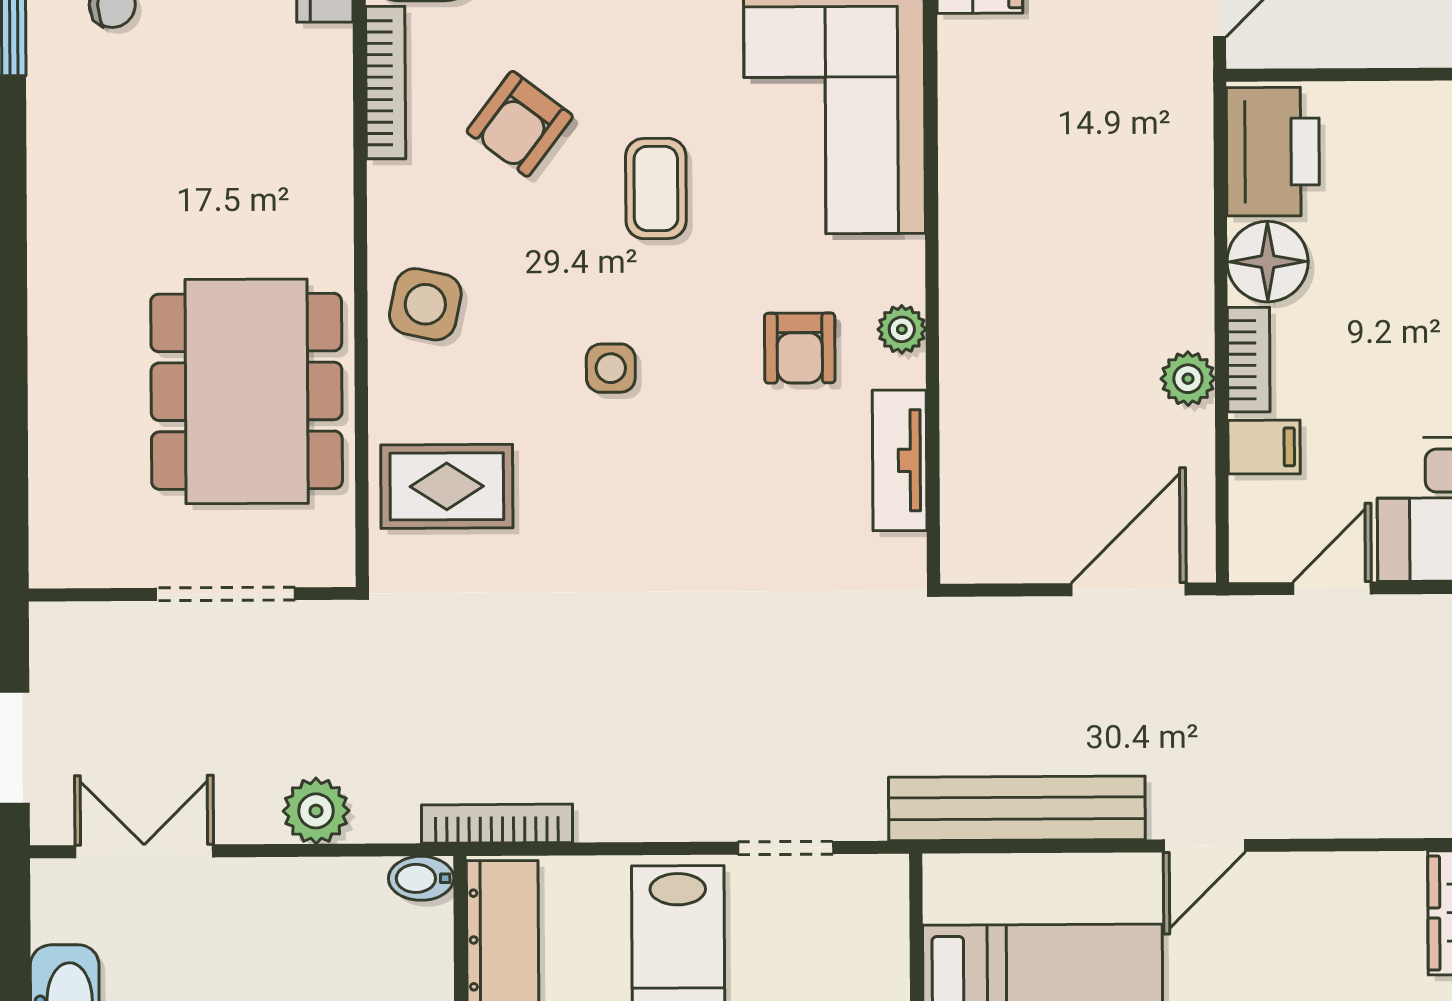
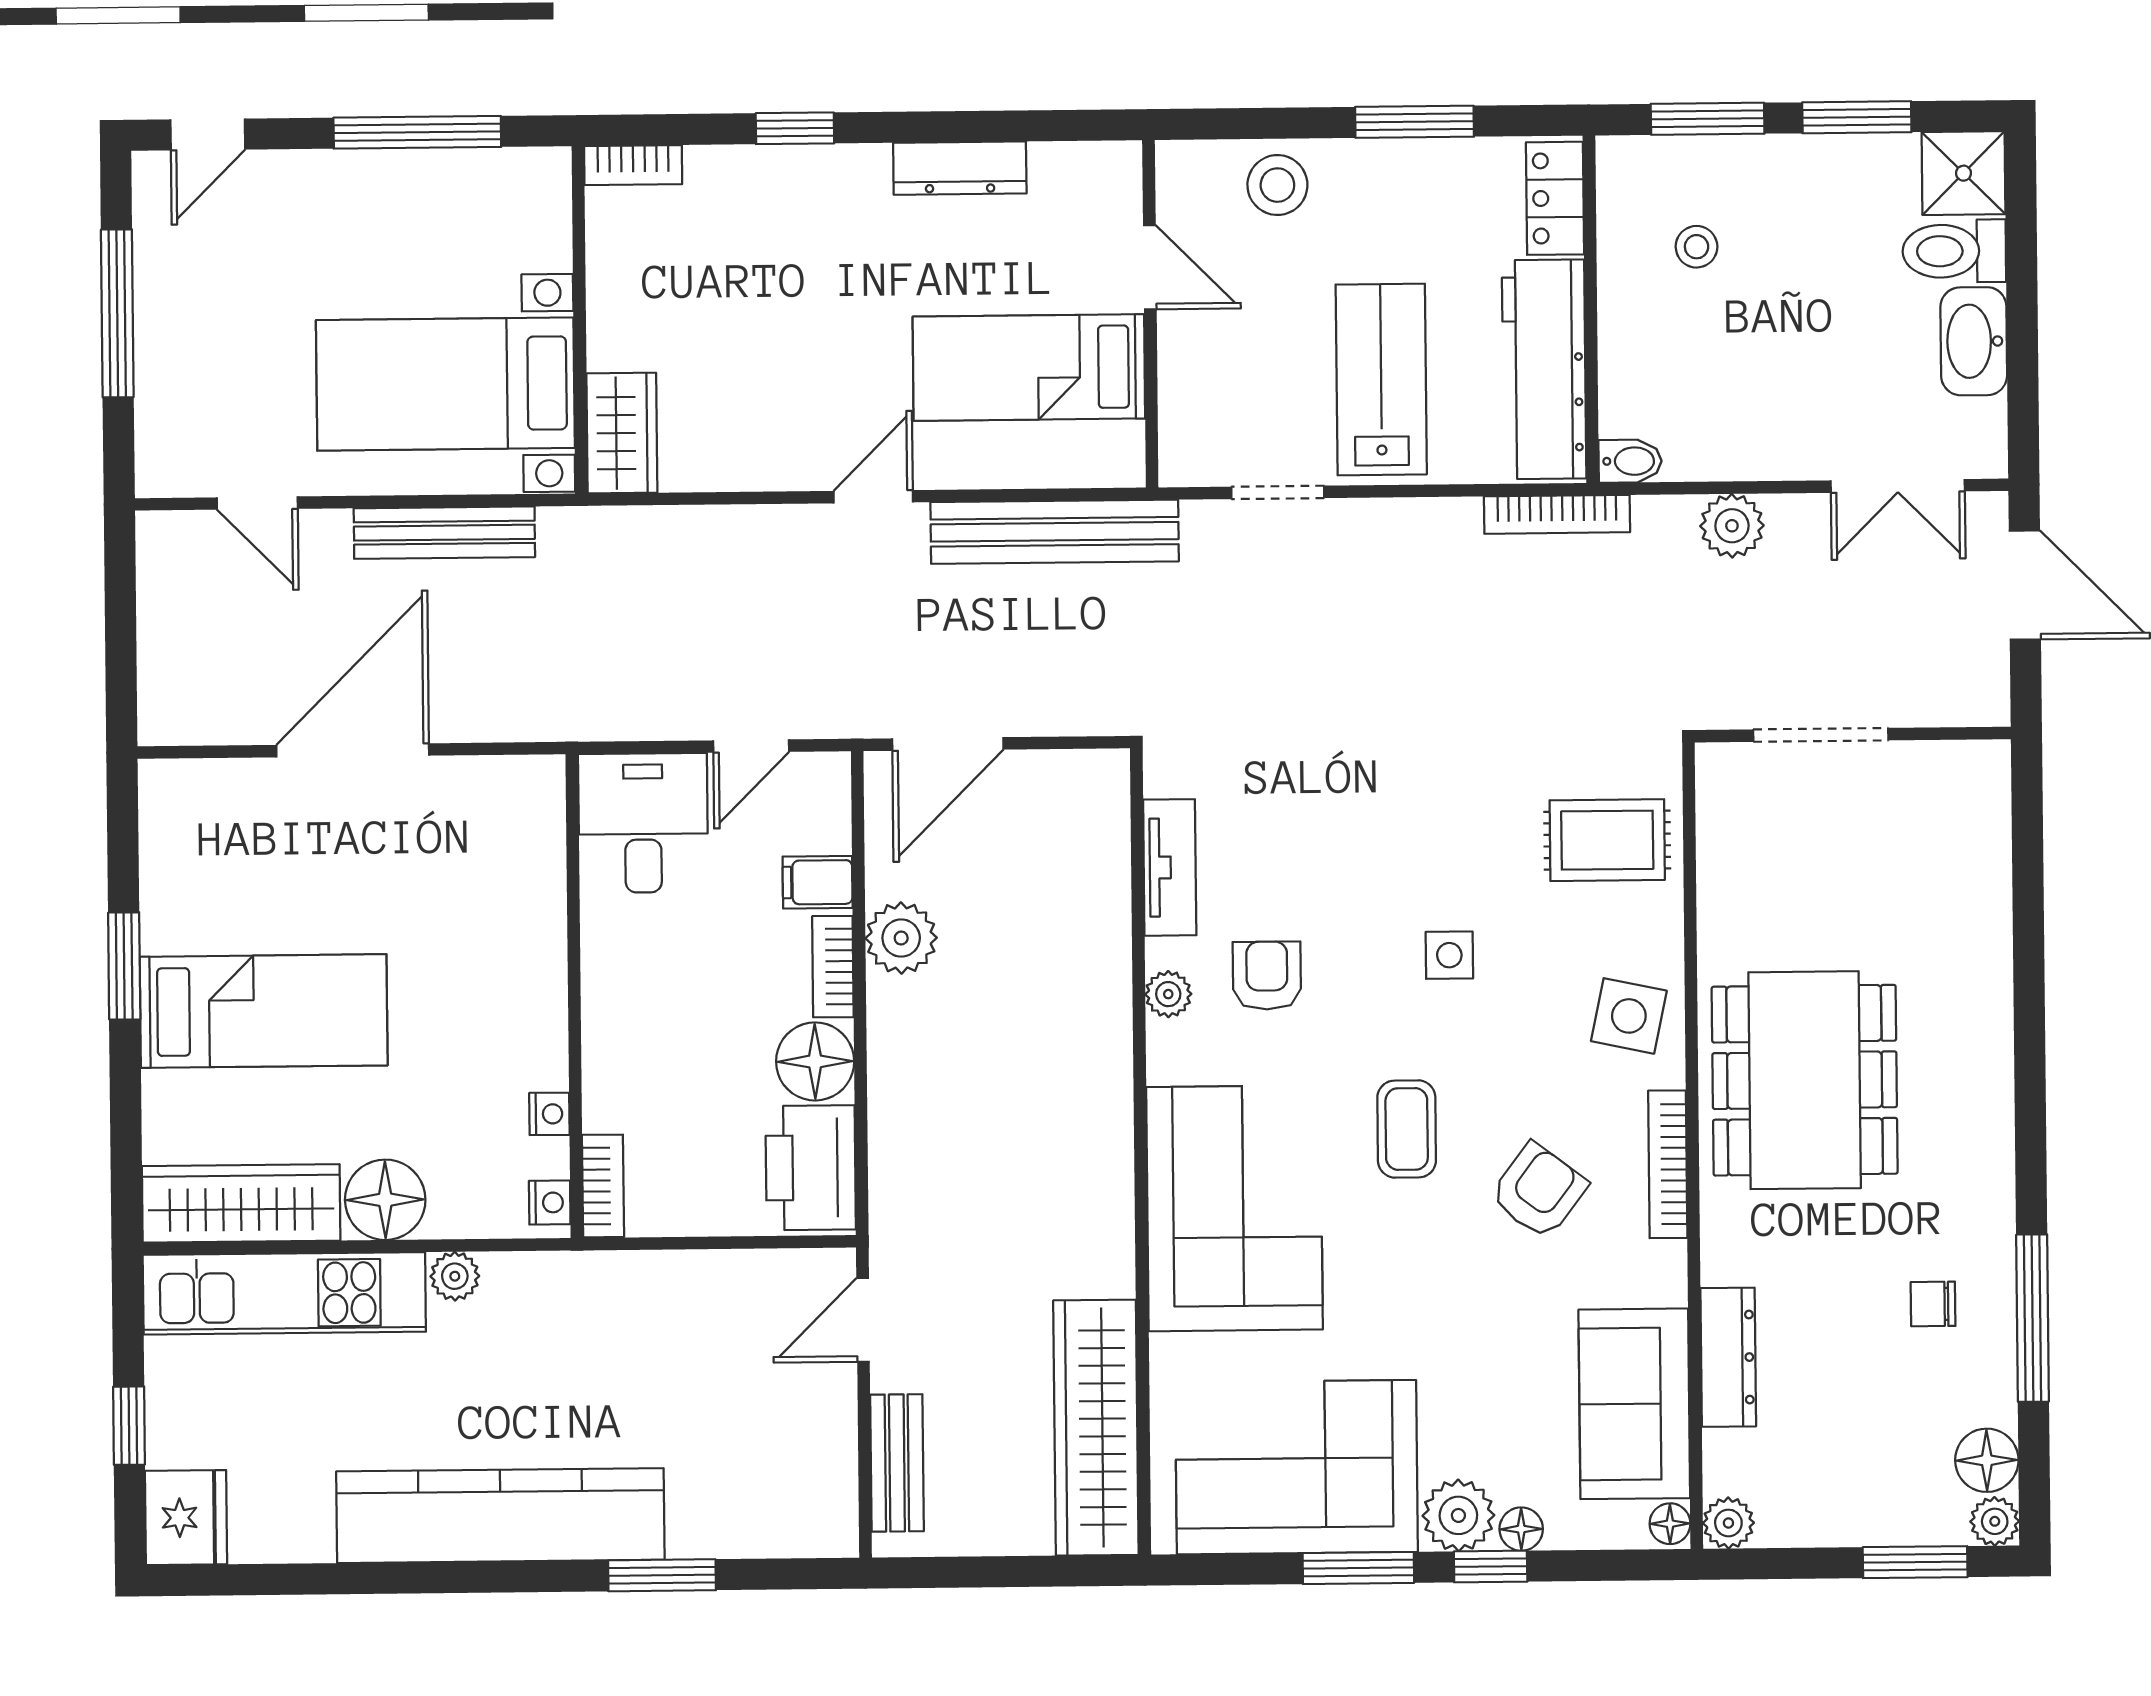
bookcase: (386, 83) -> (1668, 1164), moved
plant: (1188, 379) -> (901, 938), width x1.38, depth x1.38
dining table: (247, 391) -> (1805, 1080), moved

